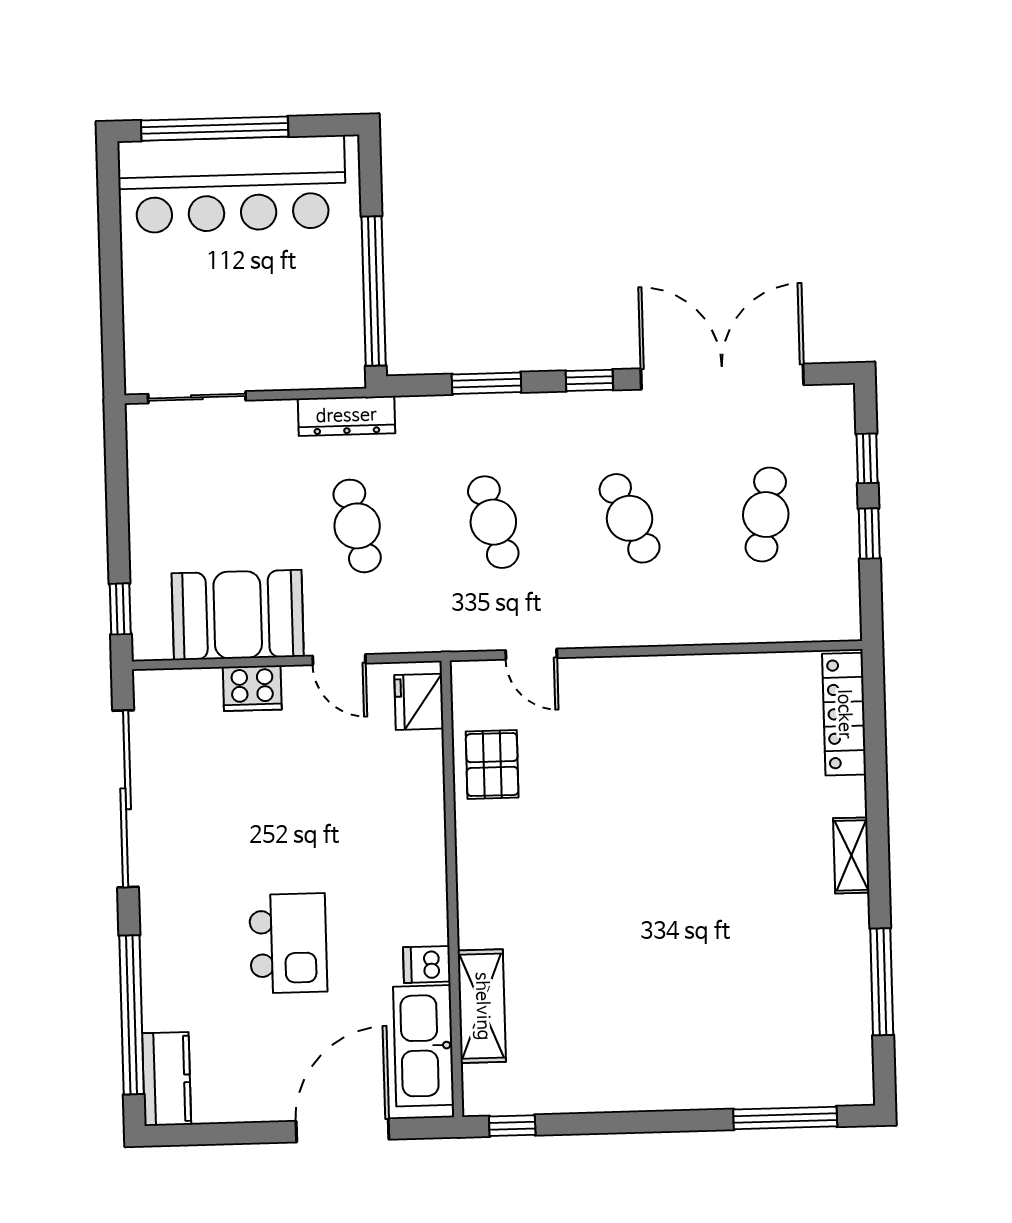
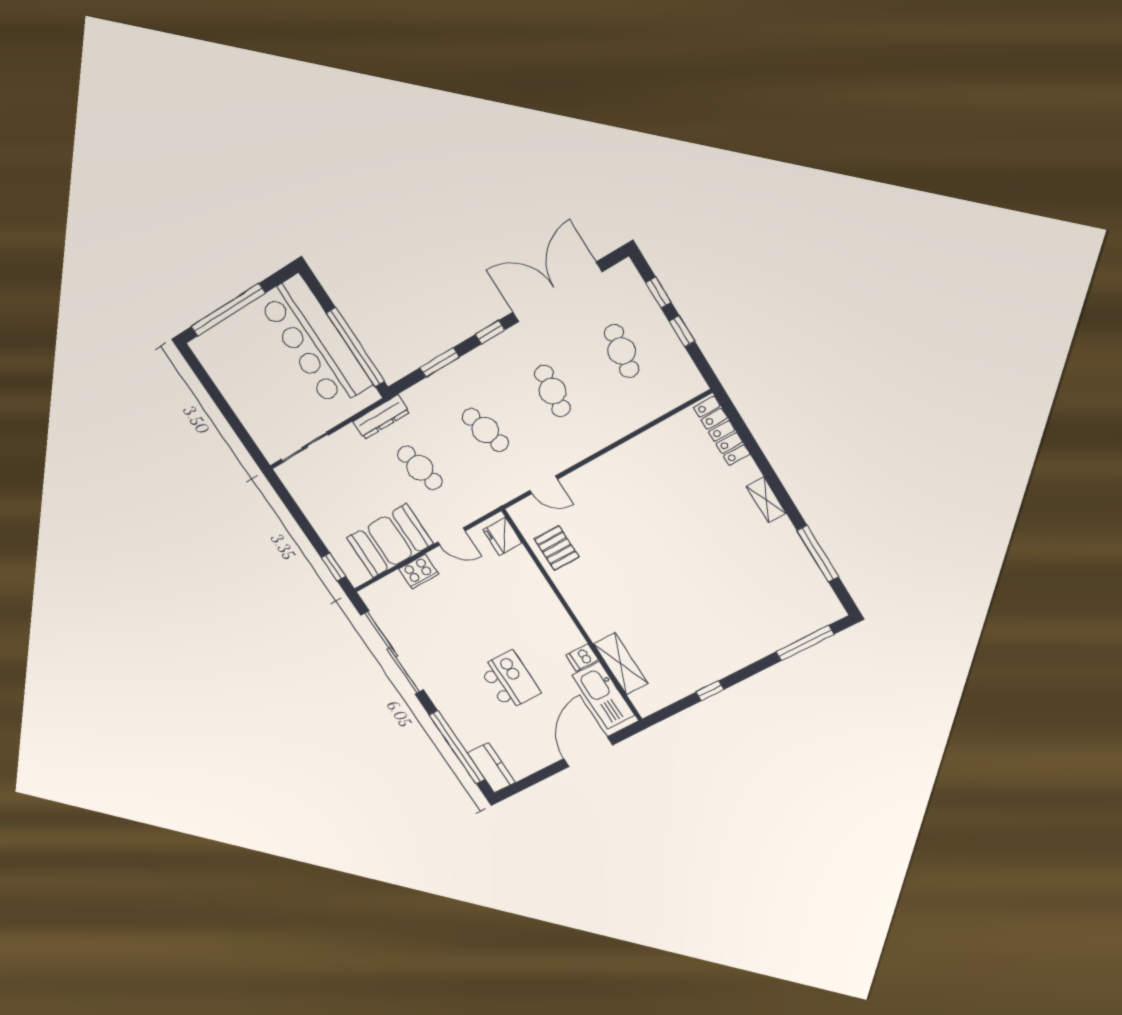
bar counter: (232, 184) -> (315, 342), moved, turned 90
cafe table: (630, 518) -> (553, 391), turned 30
window: (512, 1126) -> (710, 691), moved

